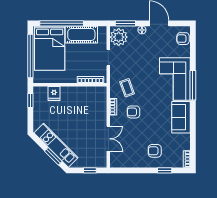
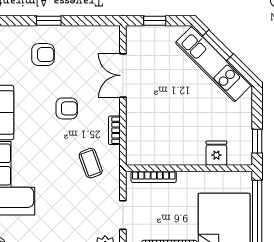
armchair: (133, 112) -> (67, 108), moved
window: (165, 170) -> (49, 21), moved

